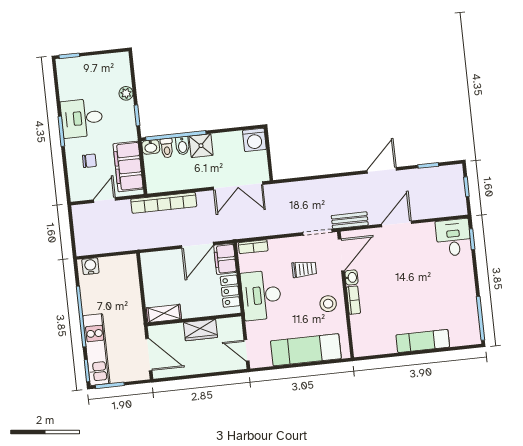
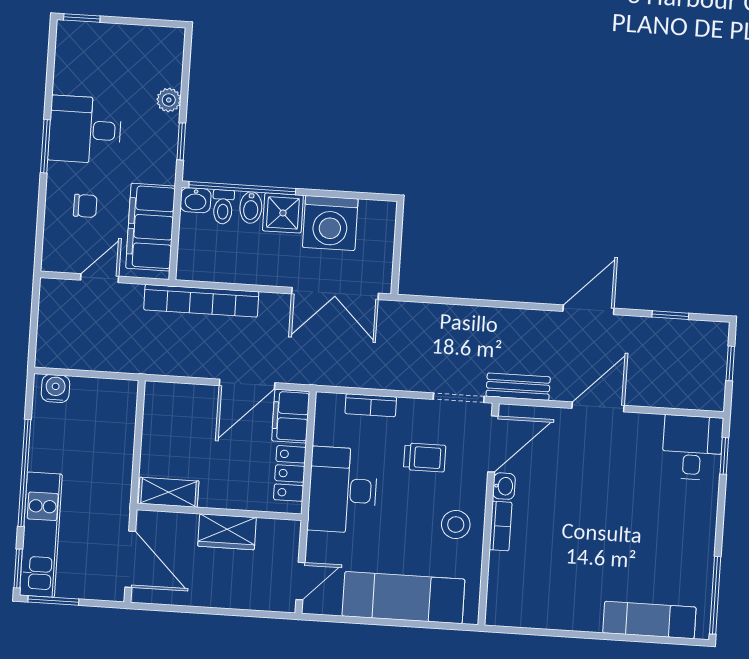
washing machine: (254, 140) -> (330, 223), moved, width x1.37, depth x1.37
bookcase: (253, 247) -> (371, 405), moved
exam couch: (423, 341) -> (649, 620), moved
door: (247, 350) -> (300, 581), swing flipped

